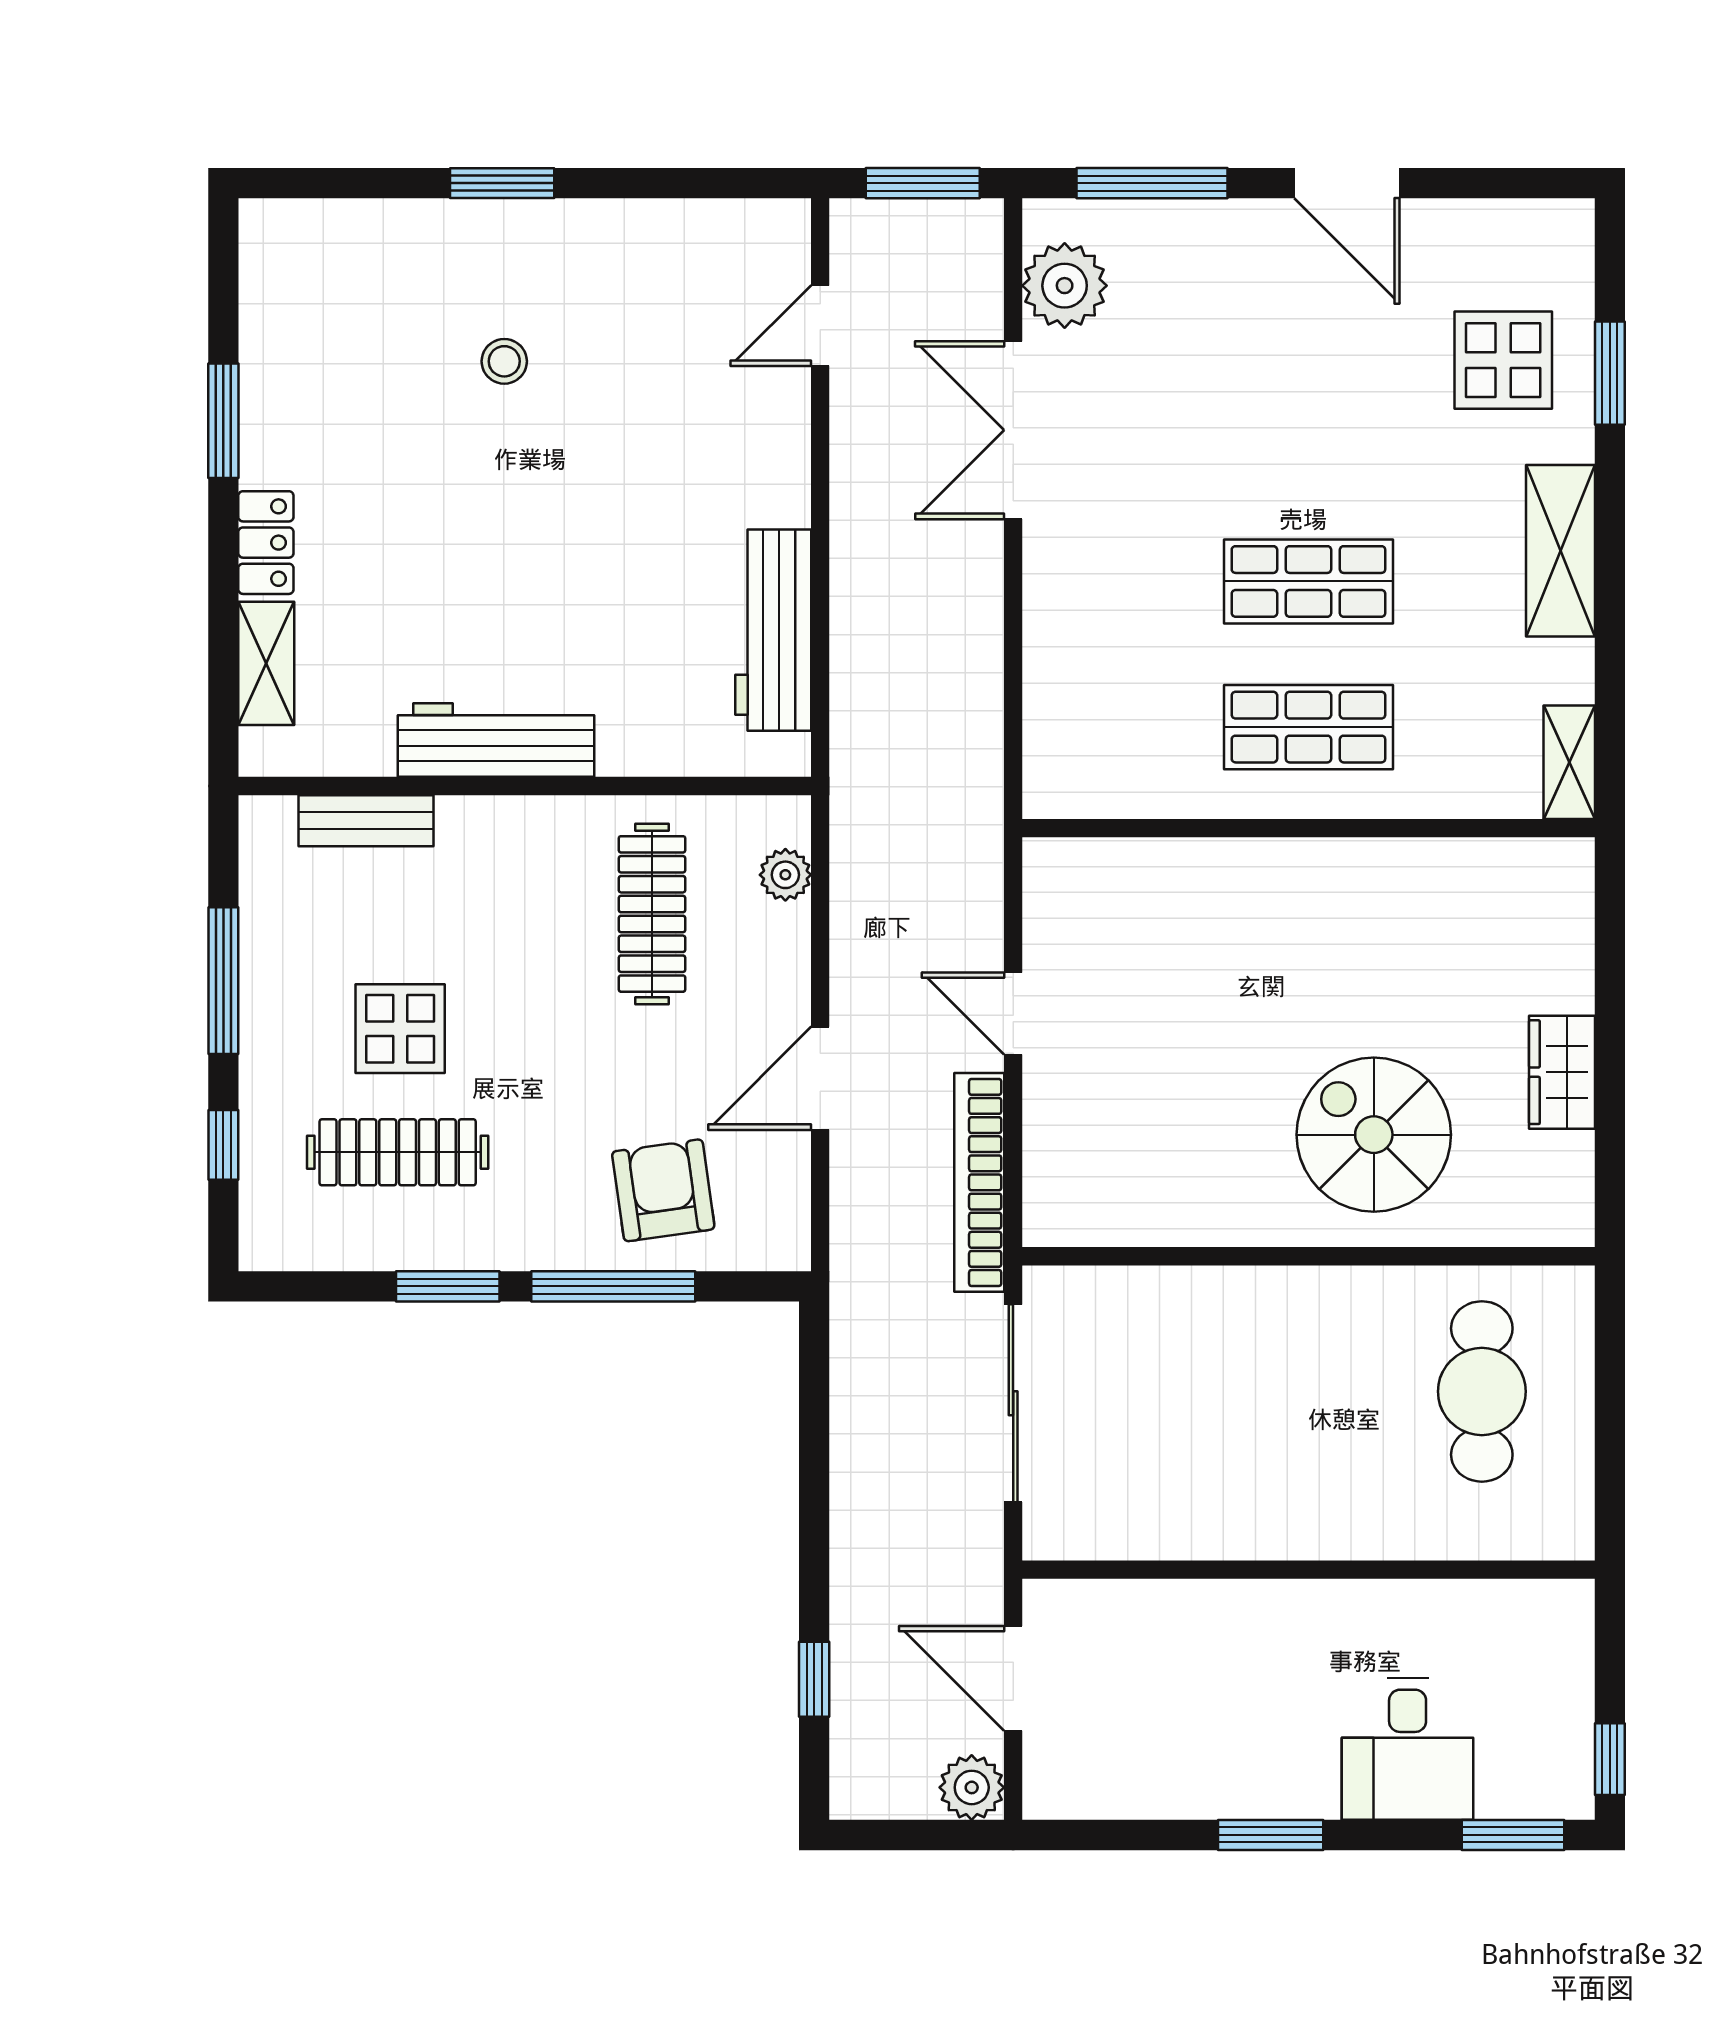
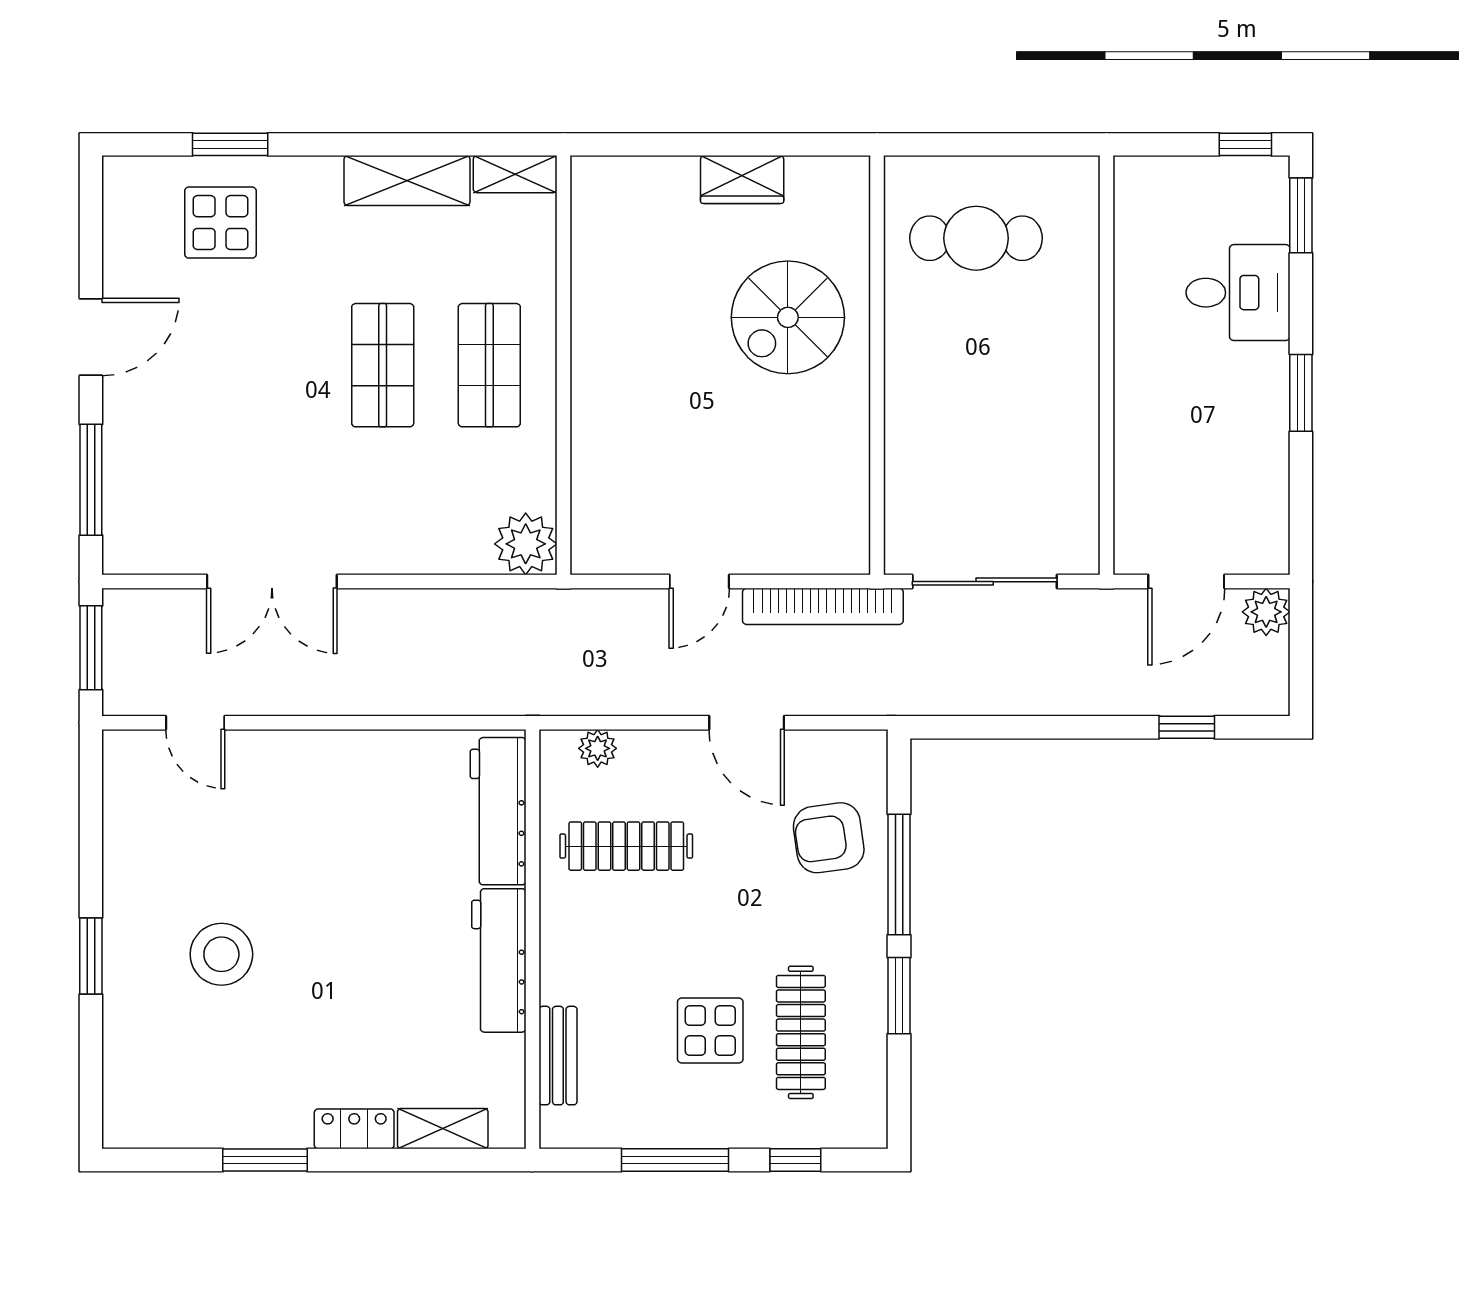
plant: (1065, 286) -> (526, 544), moved
stool: (504, 361) -> (221, 954), width x1.89, depth x1.89
shelving: (1560, 551) -> (407, 181), moved
workbench: (773, 630) -> (498, 811), moved, turned 90

